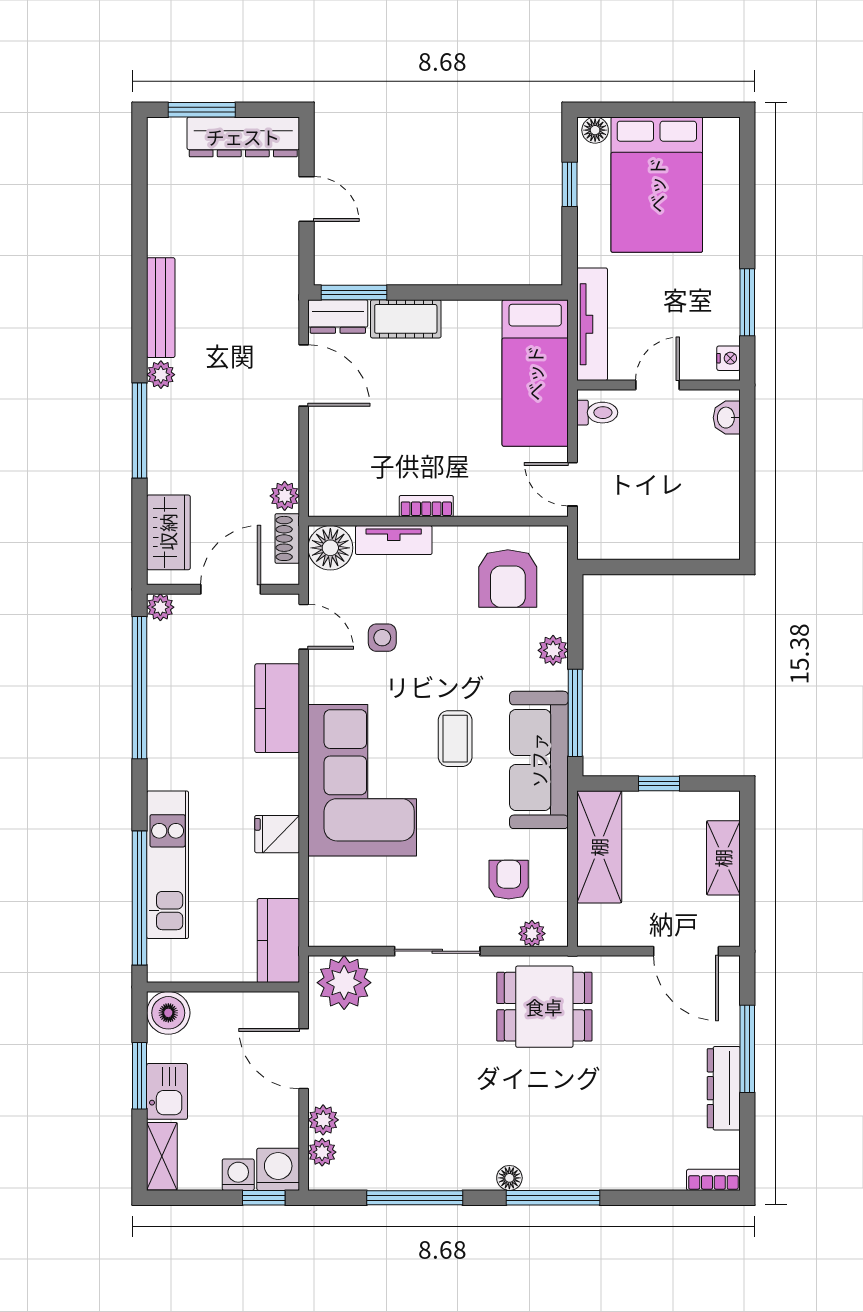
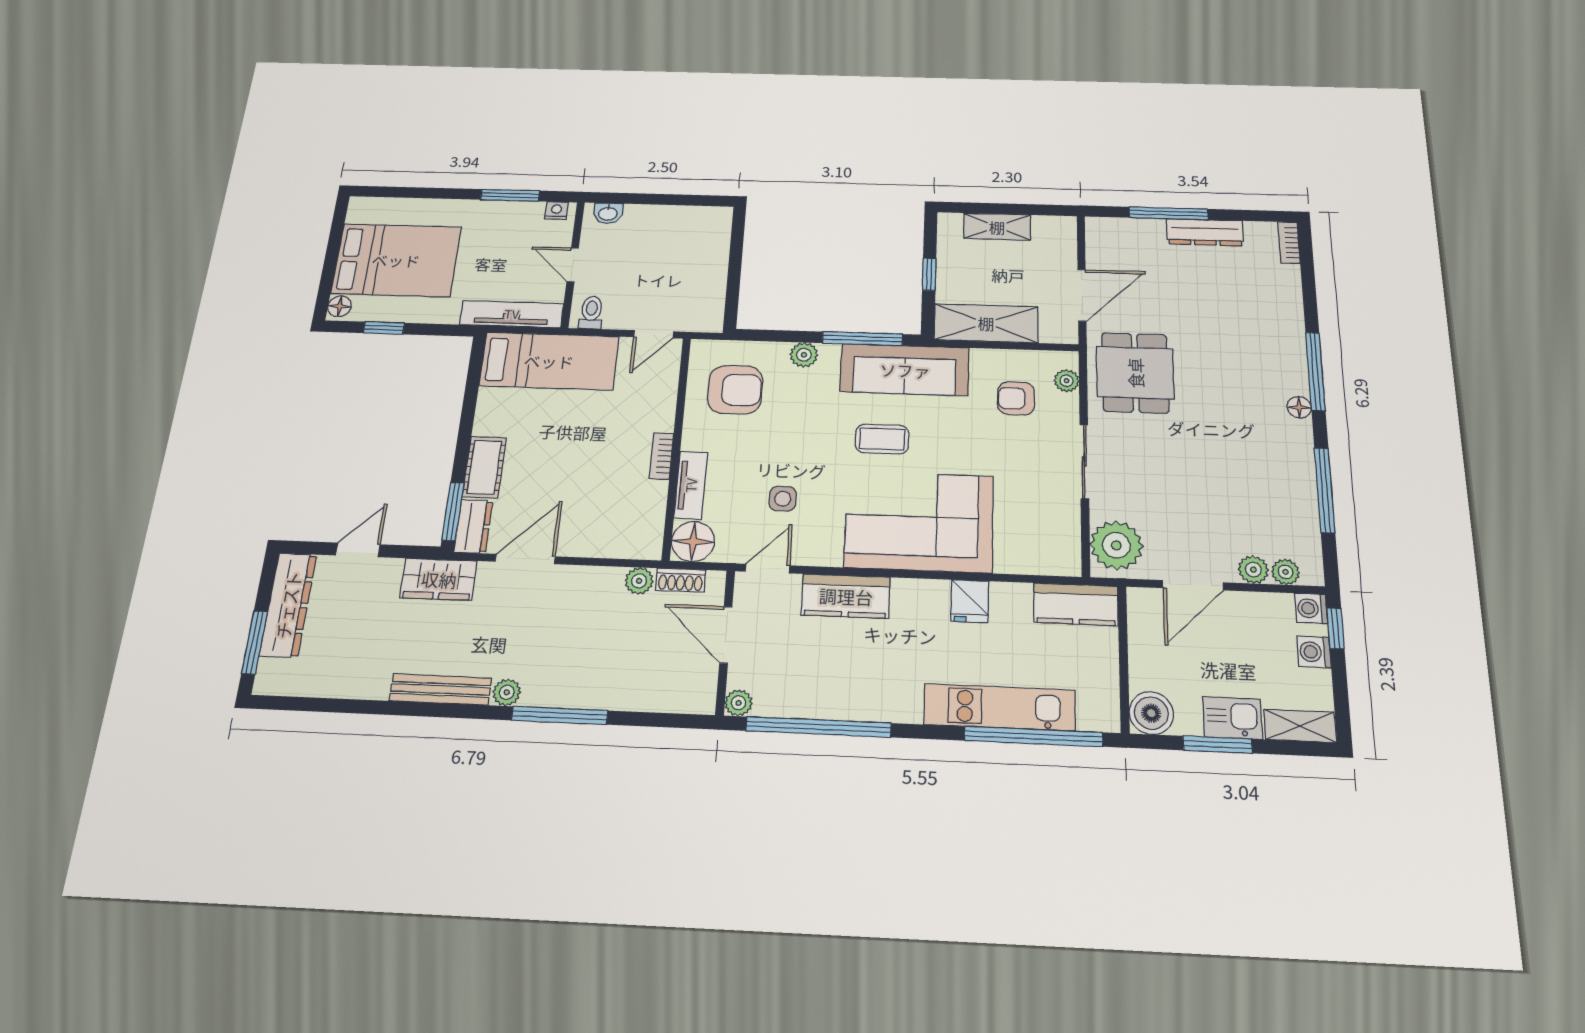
wardrobe: (168, 532) -> (439, 579), moved, turned 180
door: (686, 951) -> (1082, 295), moved
washing machine: (278, 1169) -> (1311, 608), width x0.73, depth x0.73

